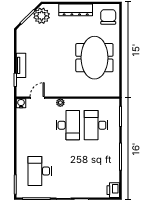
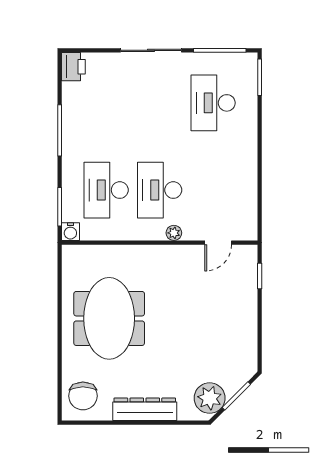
tv unit: (21, 65) -> (249, 304), removed
water cooler: (21, 103) -> (70, 232), moved
desk: (96, 125) -> (106, 190), turned 180
desk: (40, 171) -> (213, 103), turned 180

